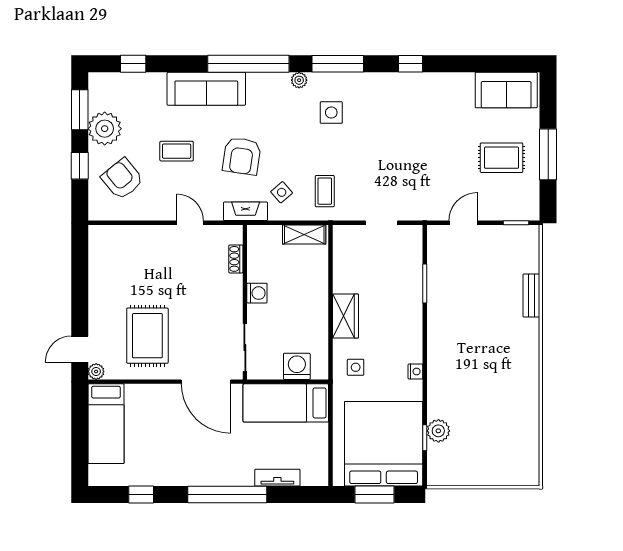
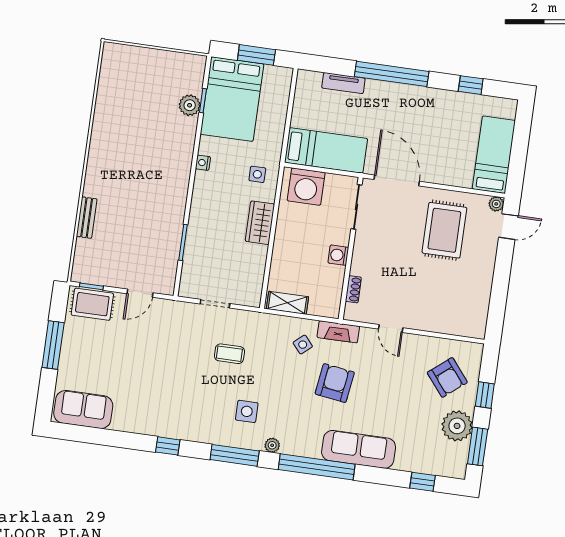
coffee table: (177, 151) -> (394, 396), removed
rug: (502, 158) -> (92, 304), moved
coffee table: (325, 191) -> (229, 354), moved, turned 90
washing machine: (297, 366) -> (306, 187), width x1.37, depth x1.37
bed: (384, 444) -> (232, 99), width x0.73

